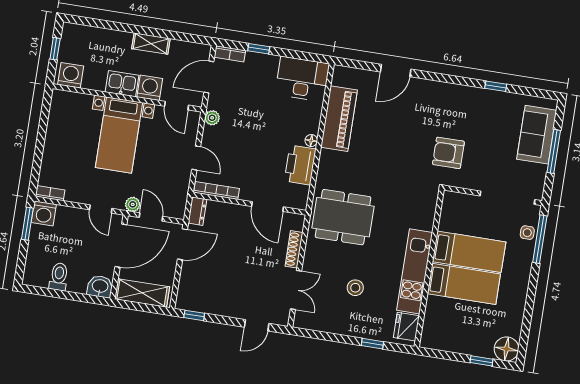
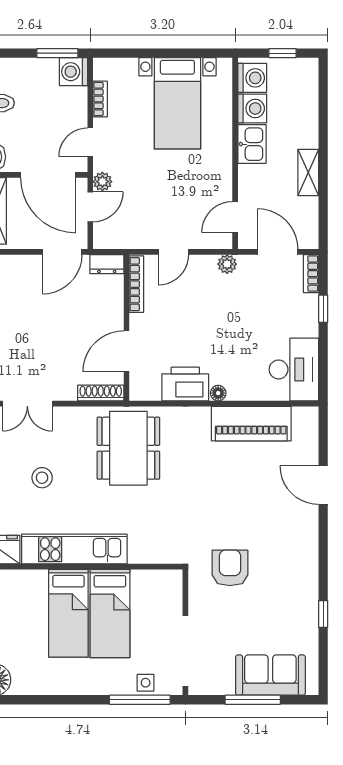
washing machine: (150, 88) -> (252, 108), moved
bed with nightstands: (119, 135) -> (177, 103), moved, turned -90
bookcase: (50, 193) -> (100, 99), moved
door: (182, 244) -> (62, 252), hinge flipped
shoe rack: (294, 249) -> (101, 393), moved

